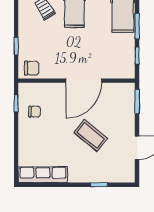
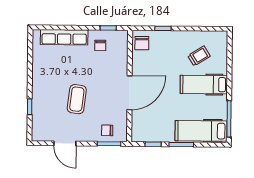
door: (84, 81) -> (129, 93), swing flipped
chair: (123, 104) -> (107, 130), added
coffee table: (91, 136) -> (77, 99), turned -32
row of seats: (43, 175) -> (64, 37), moved, turned 90

